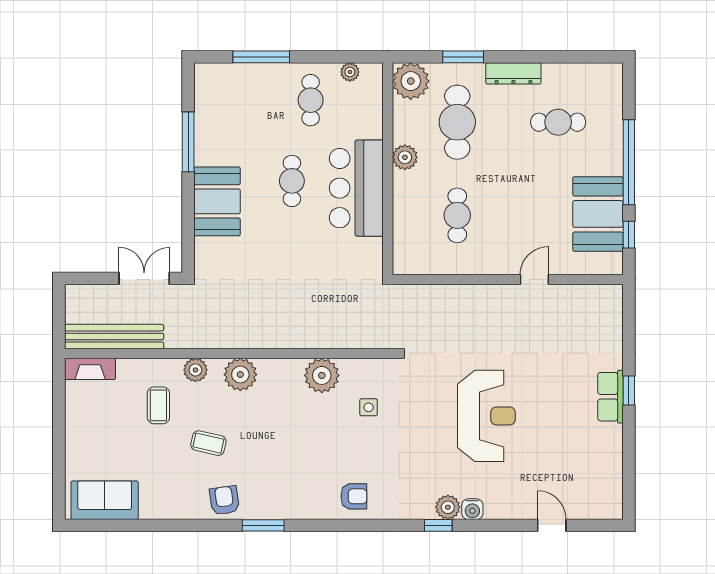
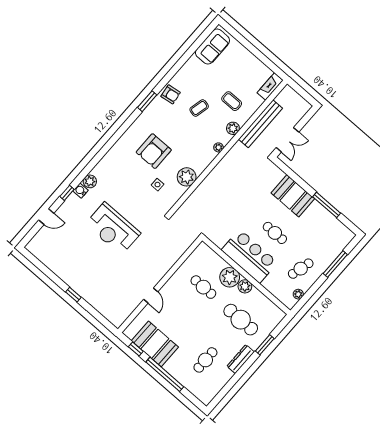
plant: (411, 81) -> (230, 277), moved
cafe table: (311, 100) -> (301, 269), turned -75
bench: (114, 336) -> (260, 124), moved
plant: (240, 374) -> (218, 147), width x0.53, depth x0.53
row of seats: (610, 397) -> (77, 285), removed
armchair: (354, 496) -> (154, 151), moved, width x1.88, depth x1.88
window: (438, 525) -> (67, 193), moved

